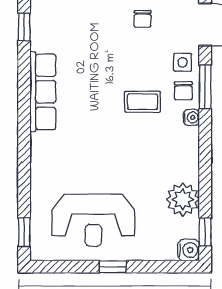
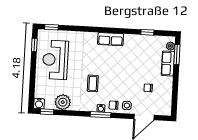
window: (205, 87) -> (101, 115), moved
row of seats: (43, 92) -> (111, 39), width x0.68
coffee table: (143, 102) -> (93, 83), moved
window: (113, 267) -> (34, 45), moved

